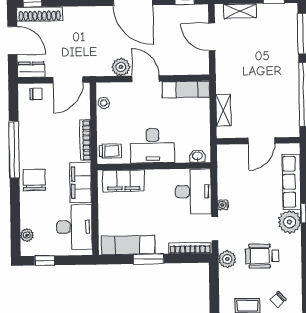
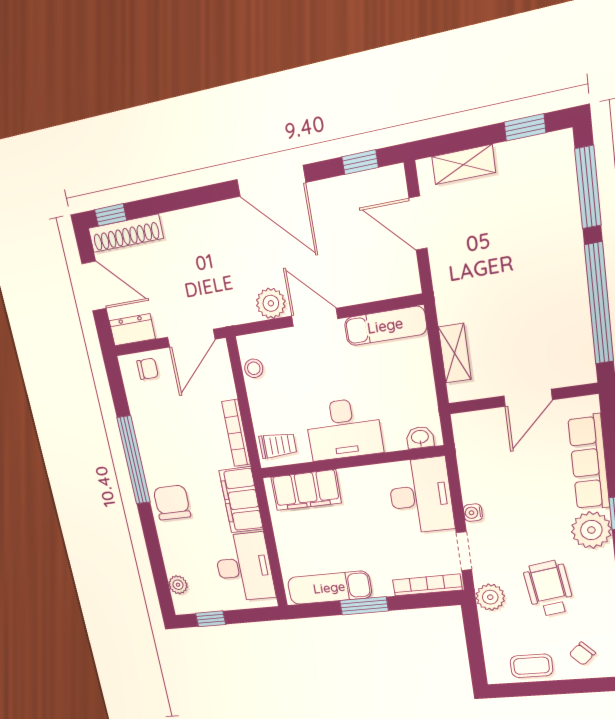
wheelchair: (262, 256) -> (549, 588), turned 82

